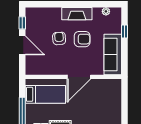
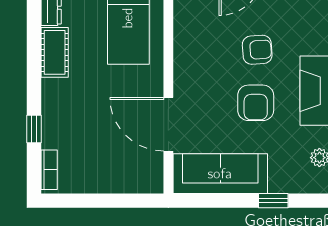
door: (79, 77) -> (168, 124), moved

